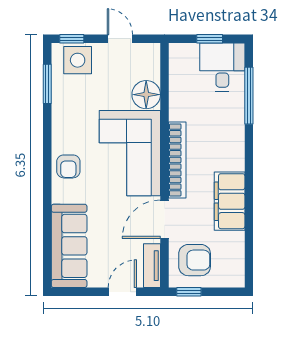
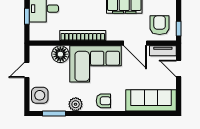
window: (72, 39) -> (27, 99), removed
plant: (63, 120) -> (76, 104), added
bookcase: (177, 160) -> (83, 36), moved

